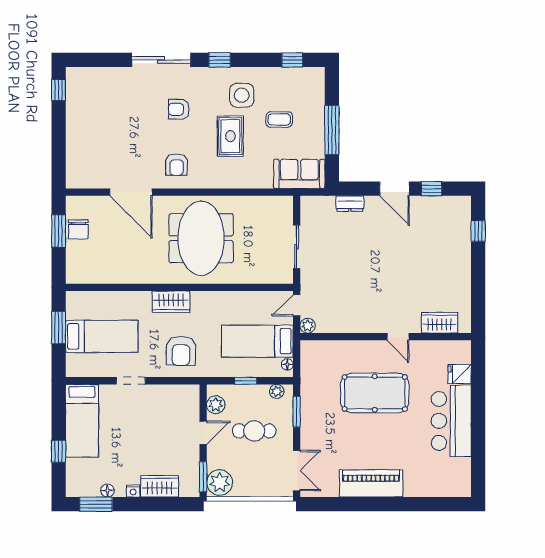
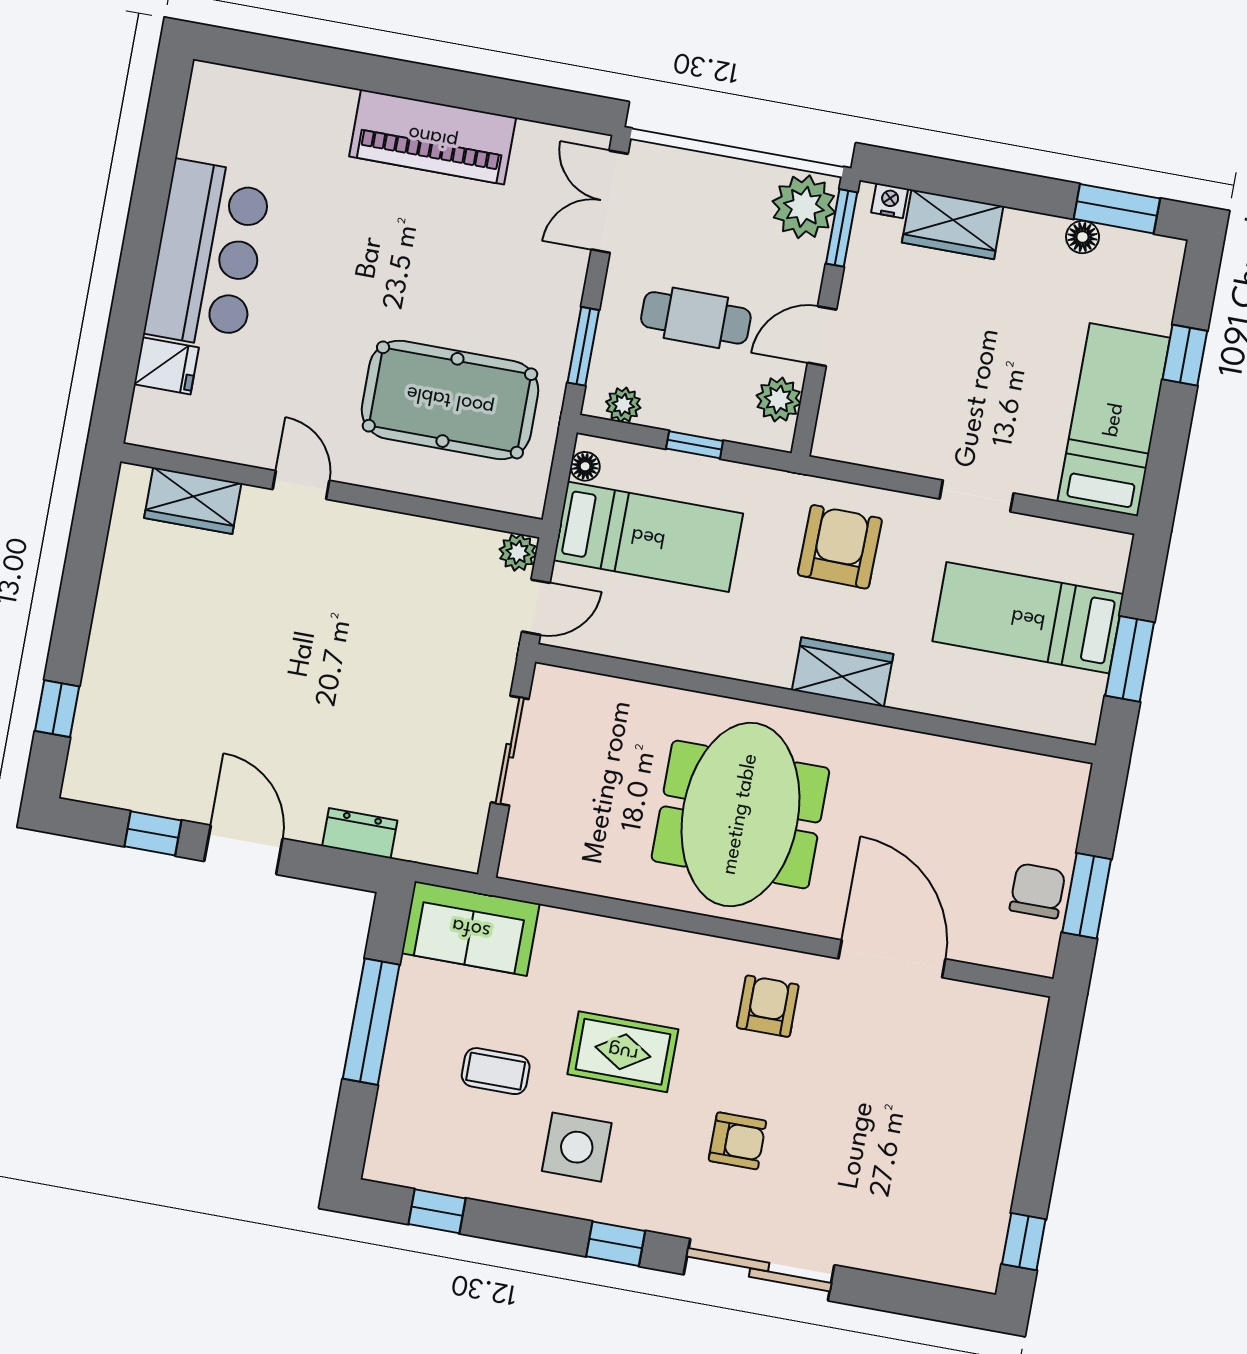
rug: (230, 136) -> (623, 1052), turned 90
pool table: (375, 393) -> (450, 400), moved
nightstand: (133, 491) -> (890, 201), moved

